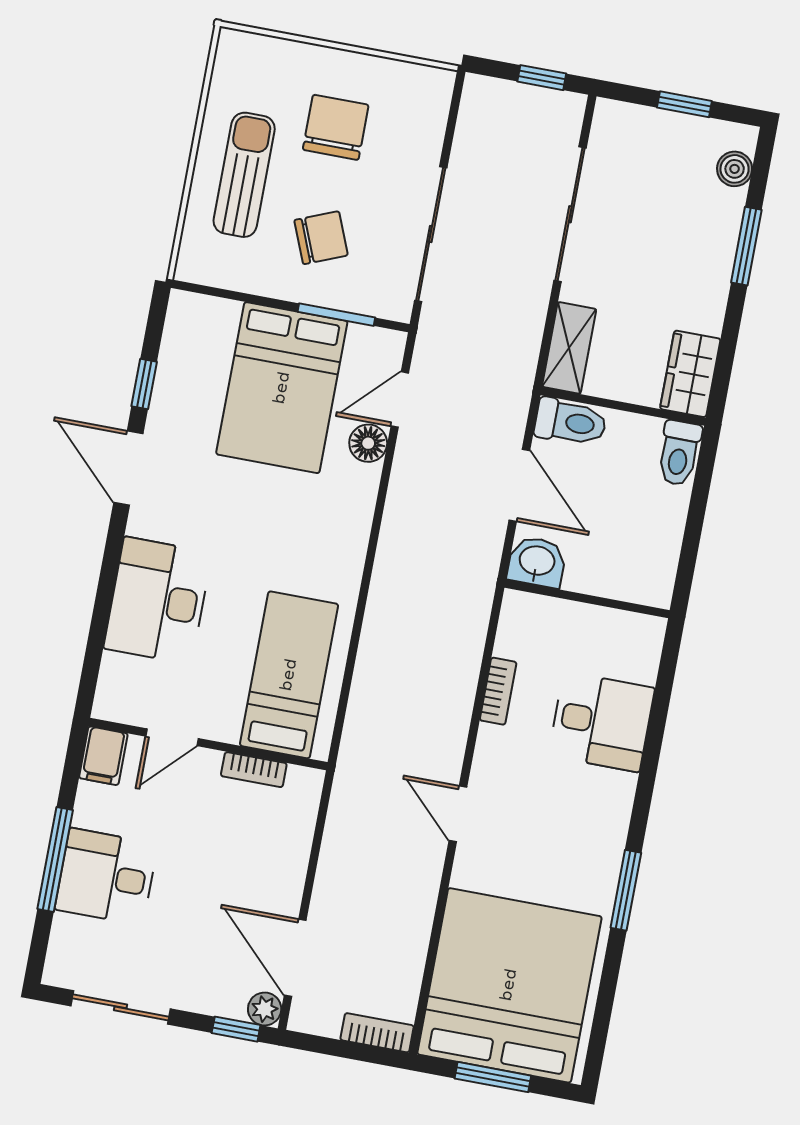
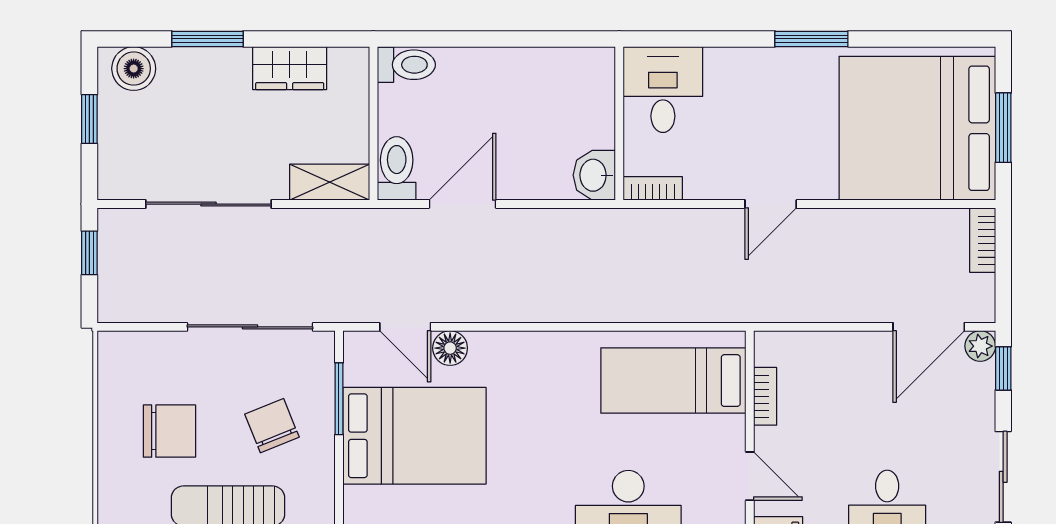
chair: (336, 127) -> (169, 431), turned 180
boiler: (735, 169) -> (134, 69), width x1.36, depth x1.36
wardrobe: (690, 374) -> (290, 68), moved
washbasin: (537, 562) -> (594, 175), moved
wall: (587, 599) -> (619, 123), moved

